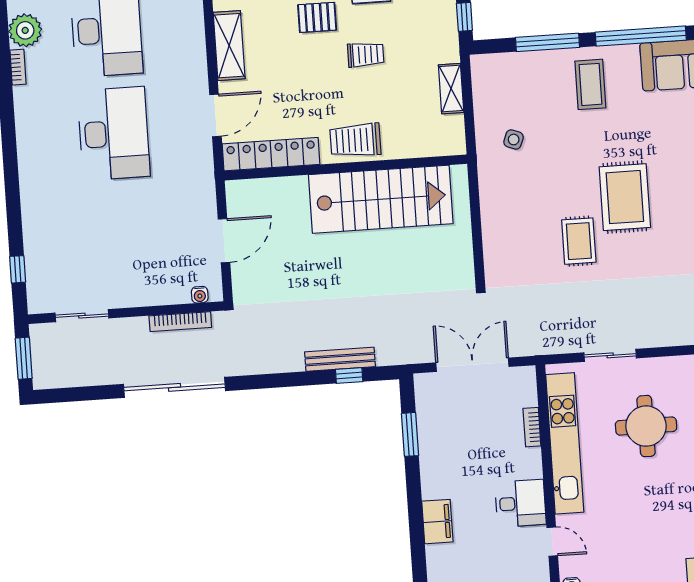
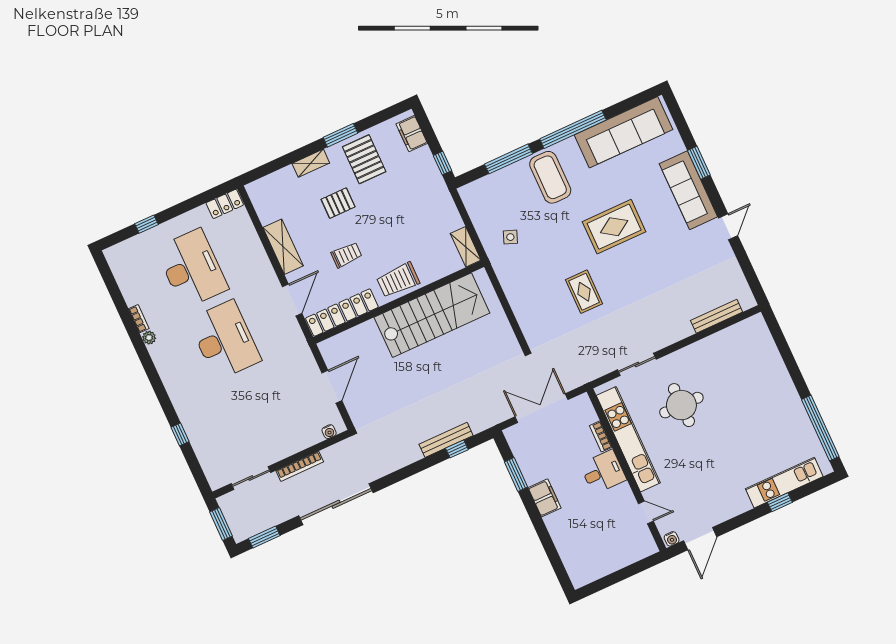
plant: (25, 30) -> (149, 338), moved, width x0.53, depth x0.53
trolley: (366, 55) -> (346, 255), moved
coffee table: (590, 84) -> (550, 177), width x1.36, depth x1.32
shelving: (451, 89) -> (466, 247), moved
rug: (625, 197) -> (614, 227), moved, turned 90
window: (18, 269) -> (180, 434), moved
bookcase: (180, 322) -> (300, 466), moved
window: (71, 394) -> (264, 537), added
desk: (520, 503) -> (603, 472), moved
filing cabinet: (437, 522) -> (545, 498), moved

